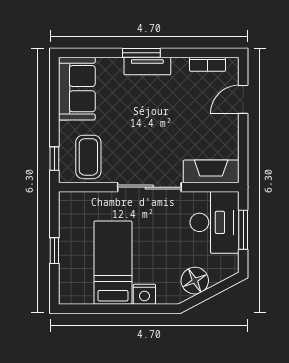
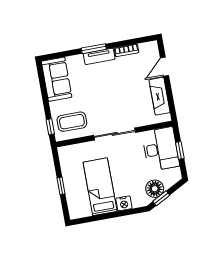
bookcase: (207, 64) -> (126, 50), moved
coffee table: (88, 157) -> (72, 122), turned 90
fireplace: (211, 171) -> (160, 96), moved, turned -90
window: (243, 230) -> (180, 150), width x0.67
window: (202, 297) -> (161, 198), added

